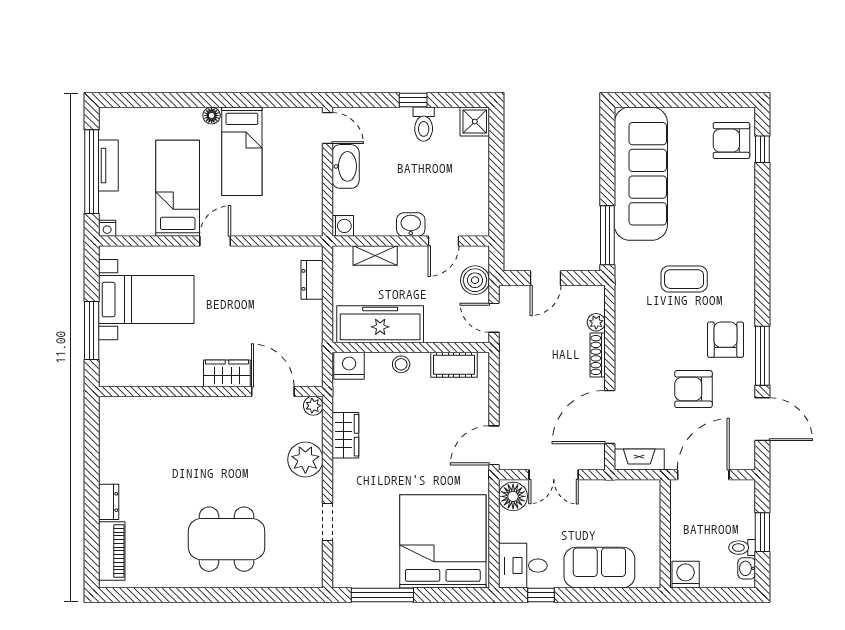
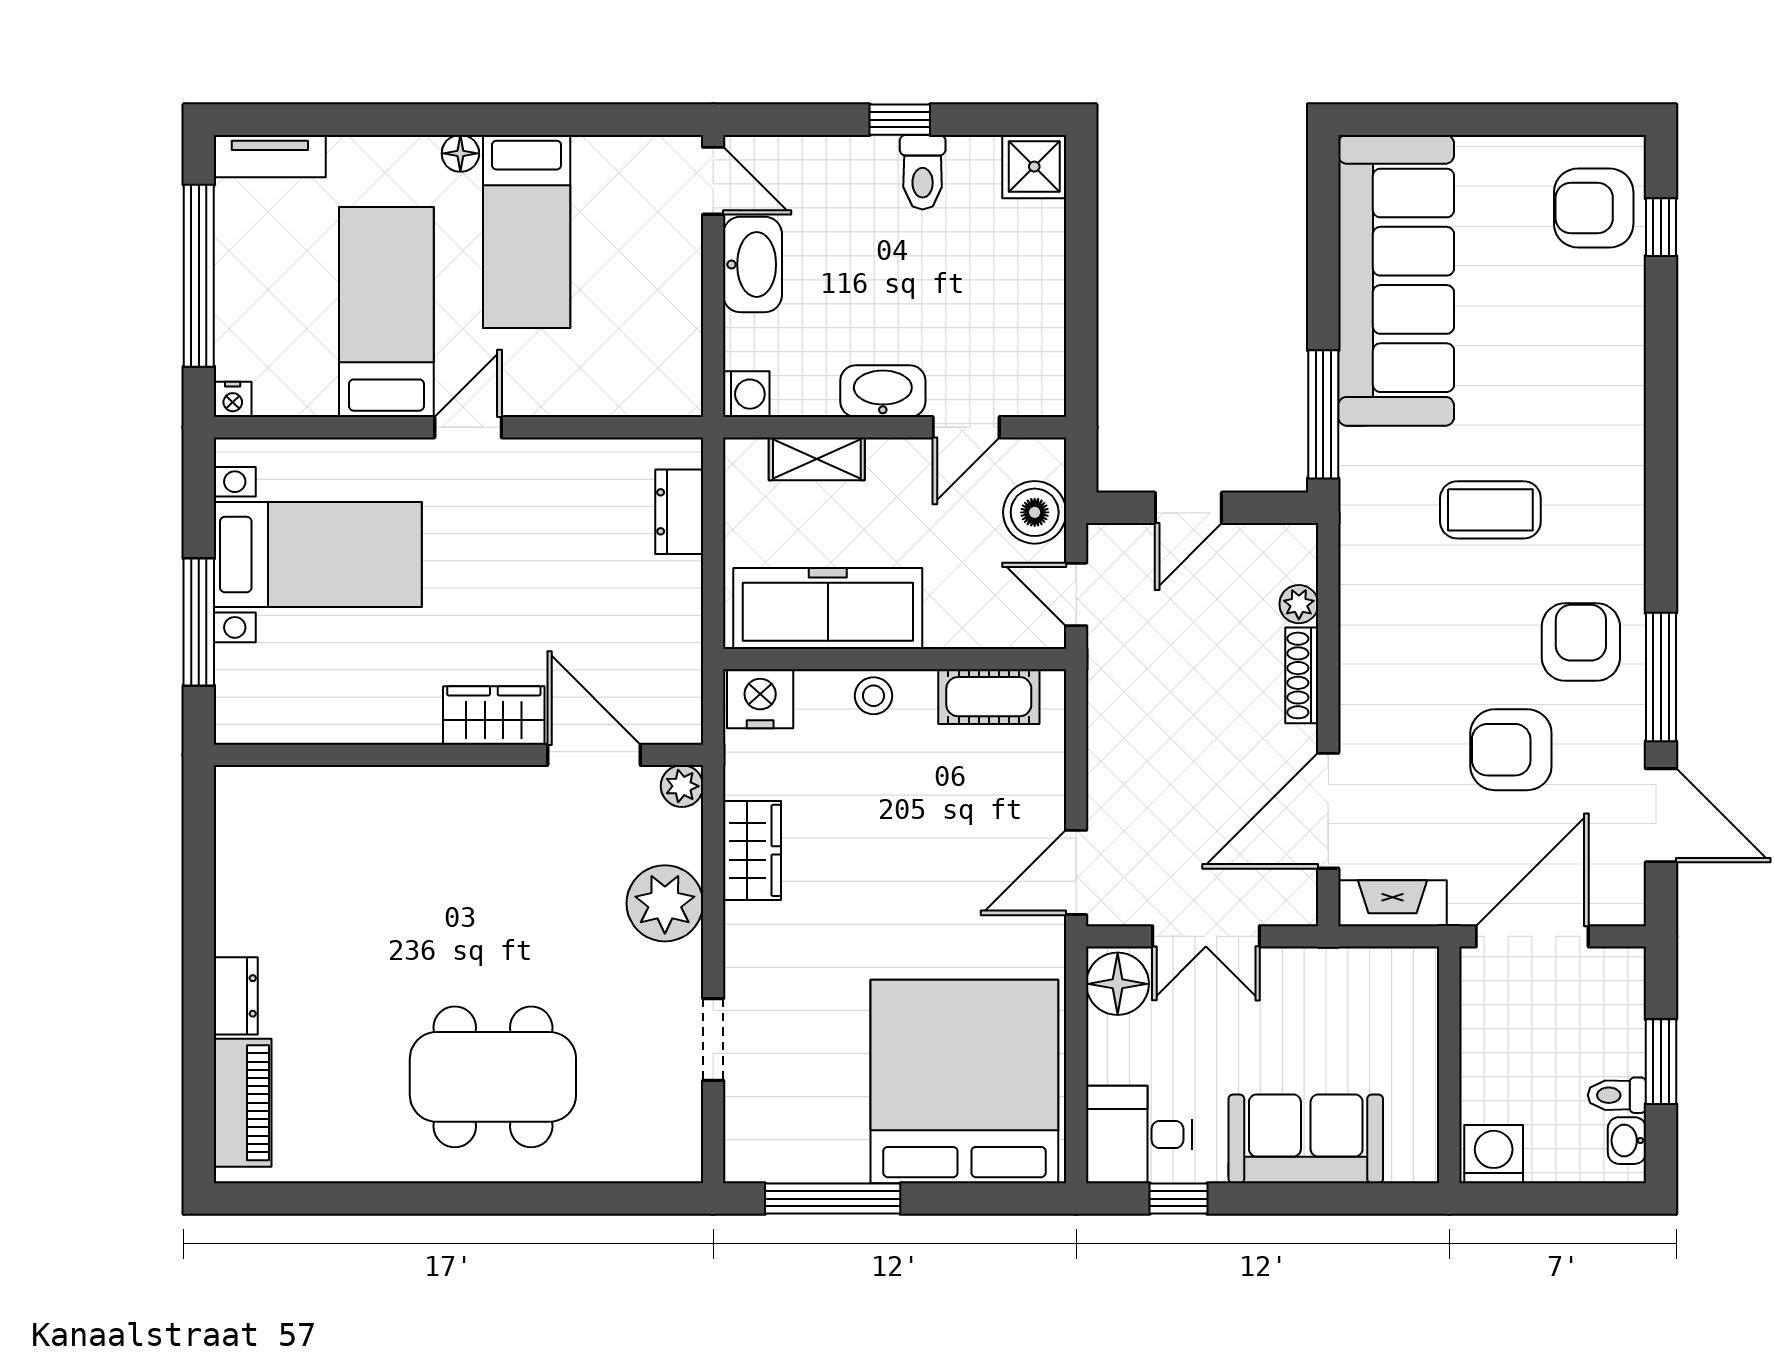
tv unit: (108, 165) -> (270, 156), moved, turned 90
washbasin: (411, 225) -> (883, 391), width x1.38

